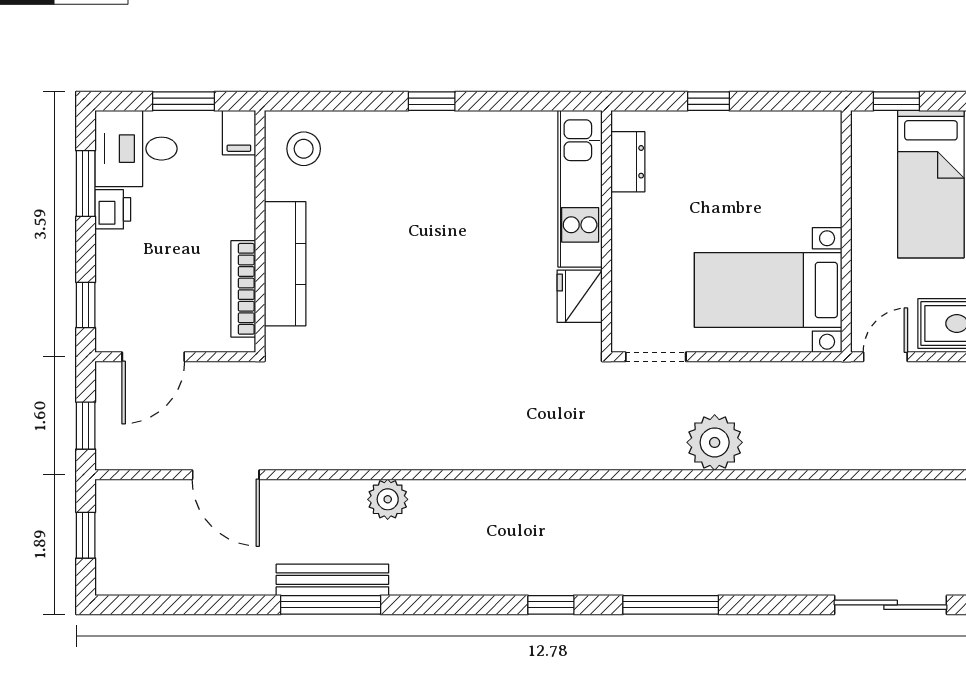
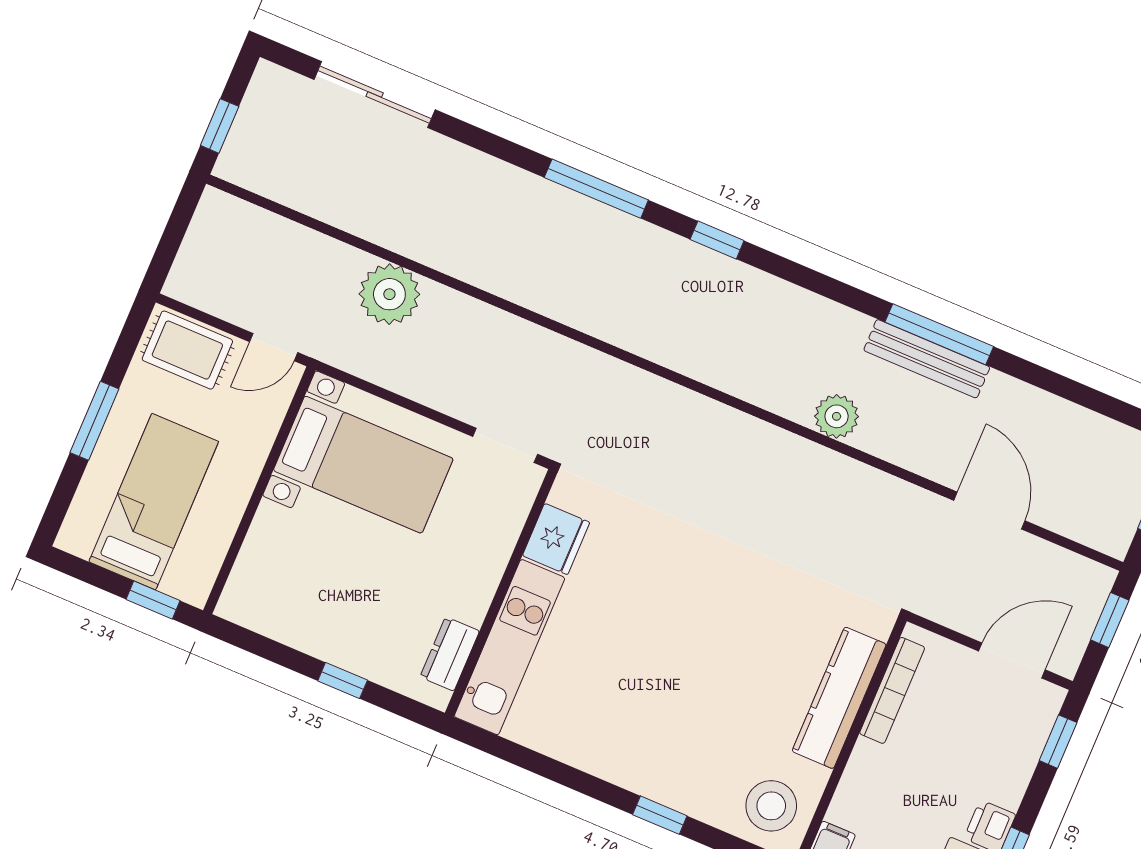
window: (432, 101) -> (660, 815), moved
stool: (304, 149) -> (771, 806), width x1.38, depth x1.38
plant: (715, 442) -> (389, 294), moved

